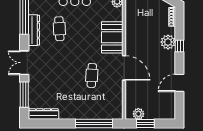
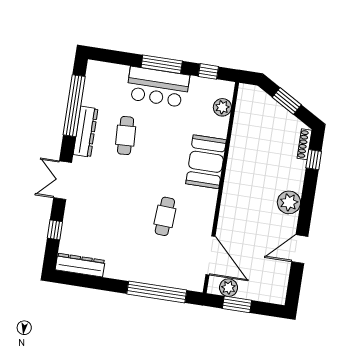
plant: (168, 42) -> (289, 202), moved
window: (179, 46) -> (314, 160), moved
door: (124, 68) -> (210, 255), moved
window: (24, 95) -> (55, 230), width x0.46

